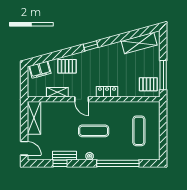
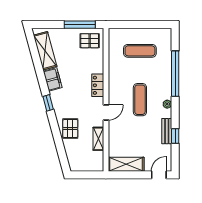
filing cabinet: (40, 70) -> (53, 79), moved
pallet: (148, 84) -> (90, 41), turned 90

